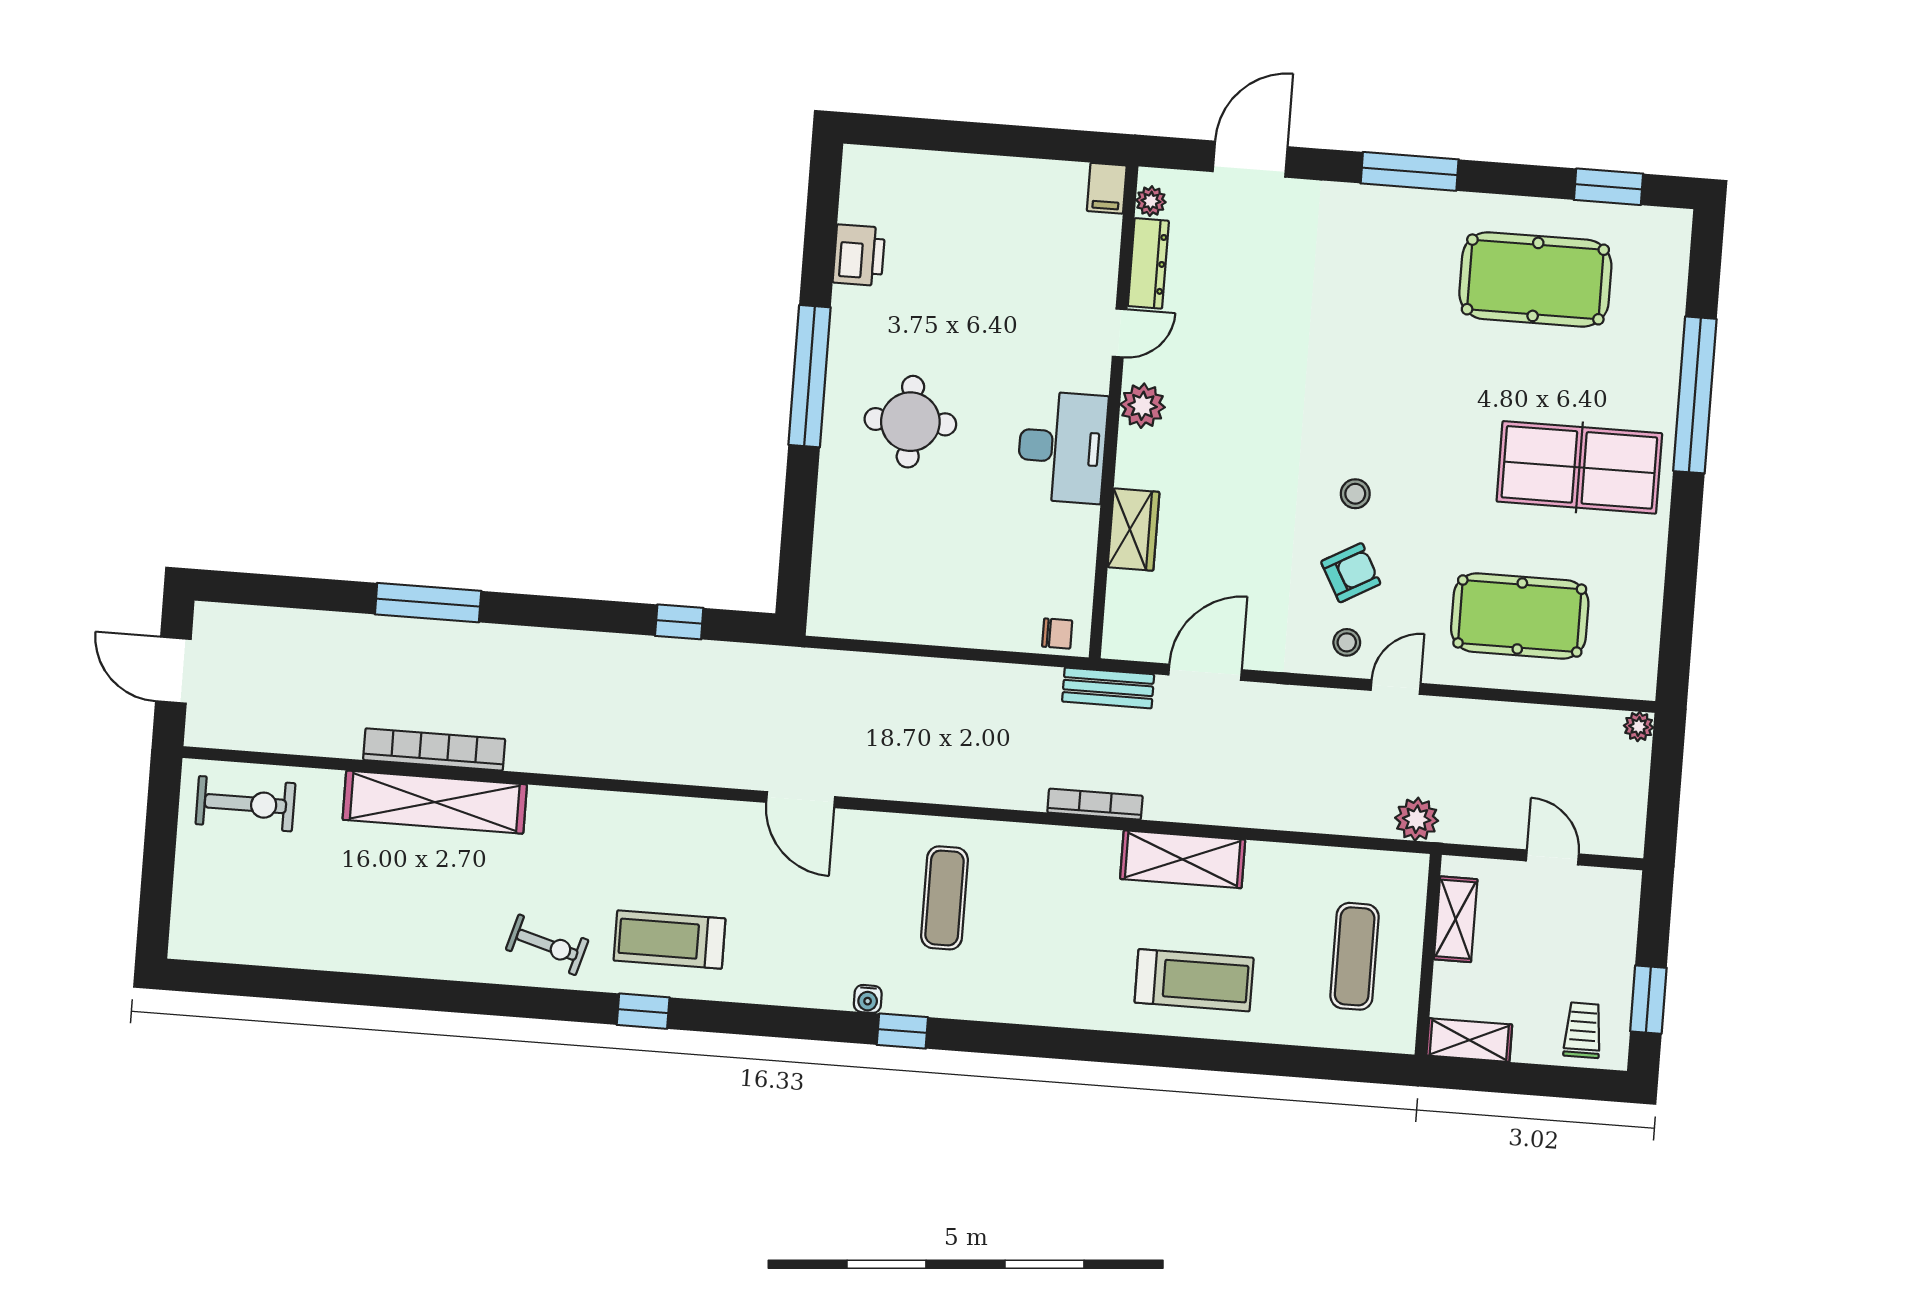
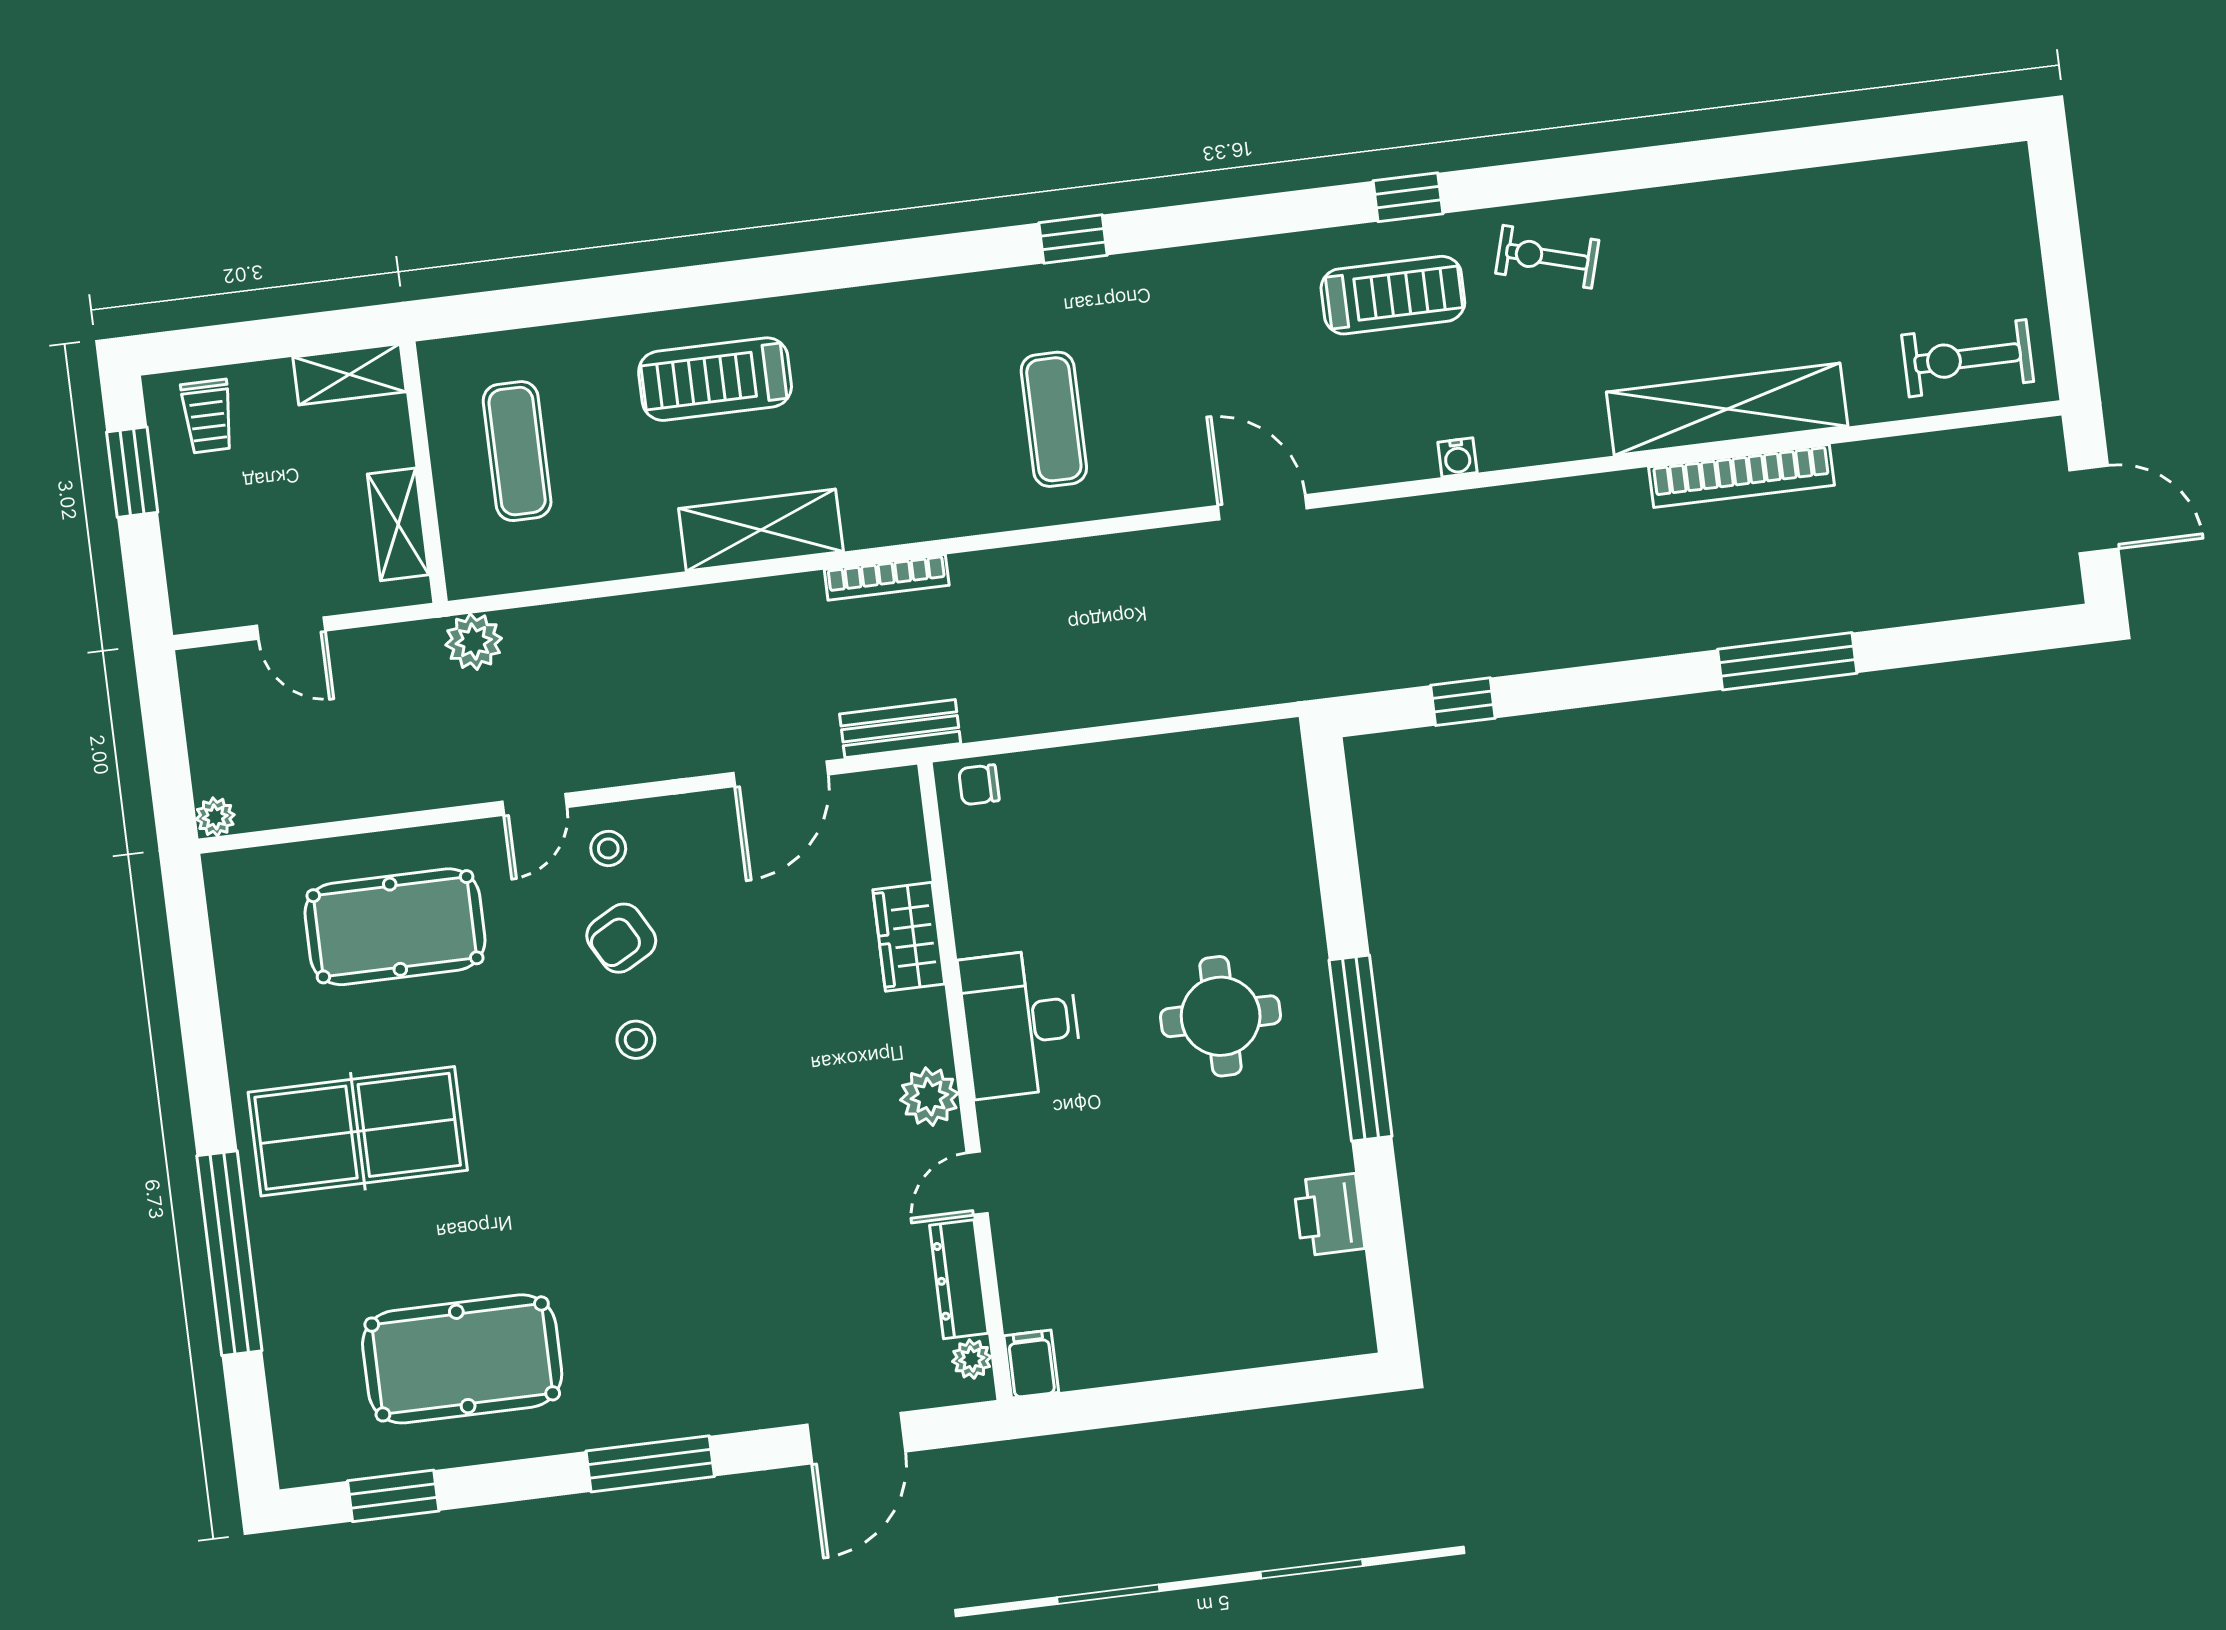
water cooler: (868, 999) -> (1457, 457), moved, turned 180

